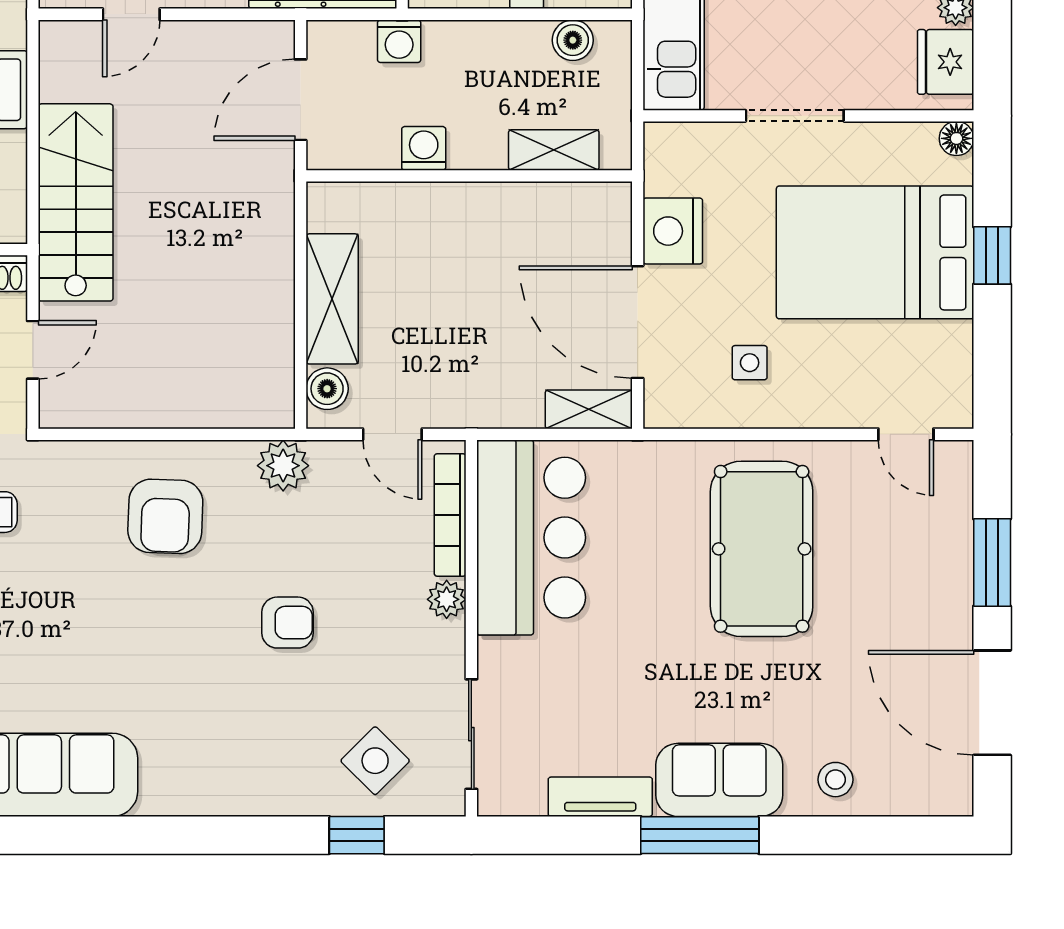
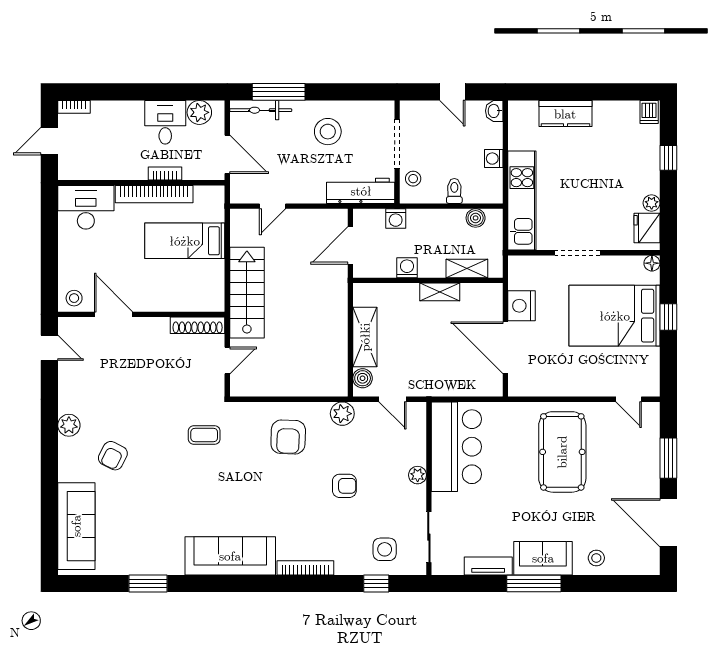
side table: (750, 363) -> (557, 366), removed
shelving: (589, 409) -> (440, 292), moved
bookcase: (450, 515) -> (305, 568), moved, turned 90
side table: (375, 761) -> (385, 549), turned 45

